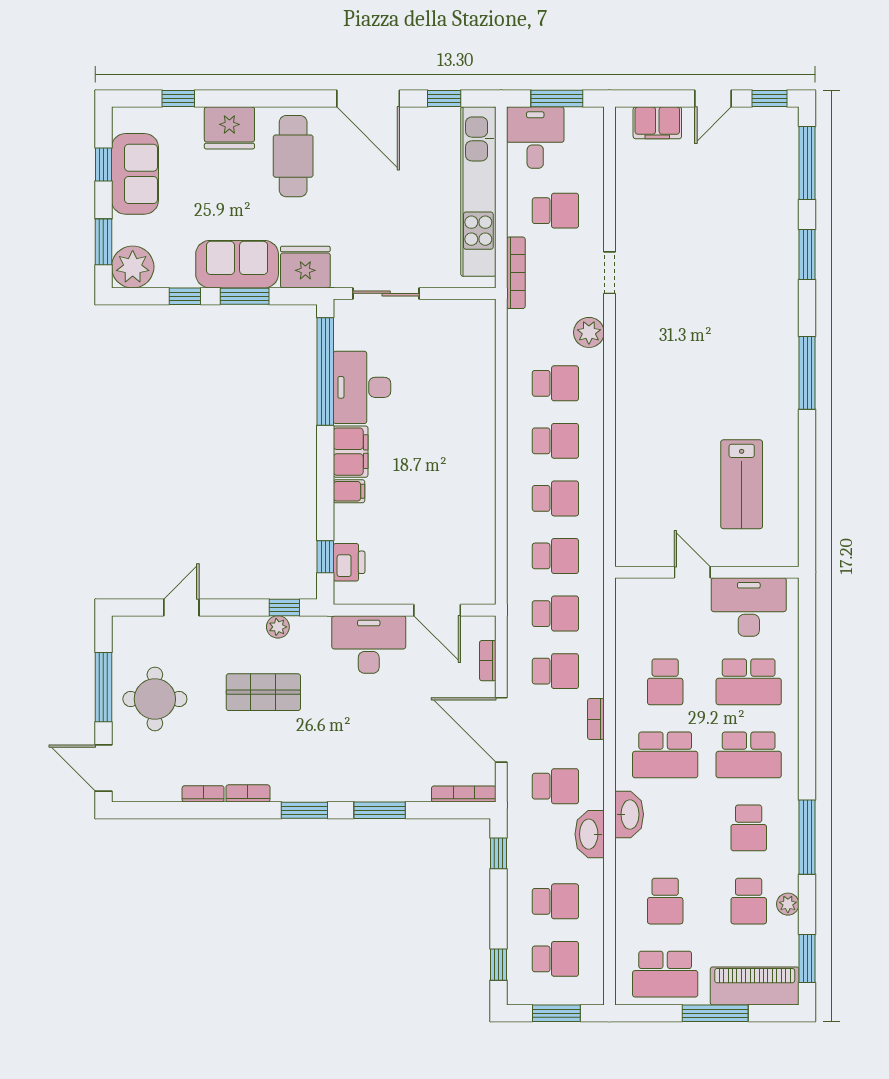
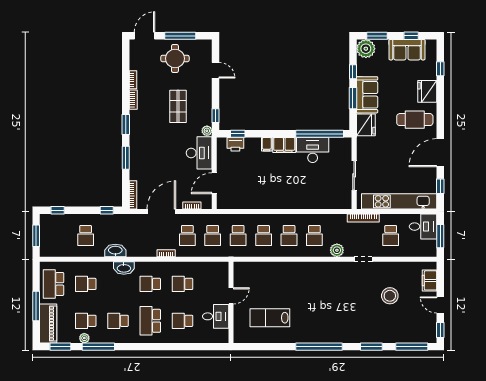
stool: (692, 213) -> (390, 296), added
sliding door: (386, 293) -> (354, 175), moved
window: (807, 373) -> (319, 347), width x1.46
desk: (749, 607) -> (216, 316), width x0.73
plant: (278, 627) -> (207, 131), moved
school desk: (749, 682) -> (183, 321), width x0.54
school desk: (665, 755) -> (150, 284), width x0.54
school desk: (555, 786) -> (136, 235), removed
window: (807, 837) -> (98, 347), moved
school desk: (555, 959) -> (60, 235), removed

